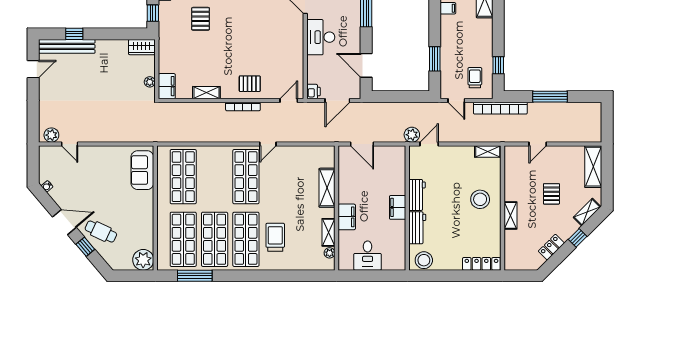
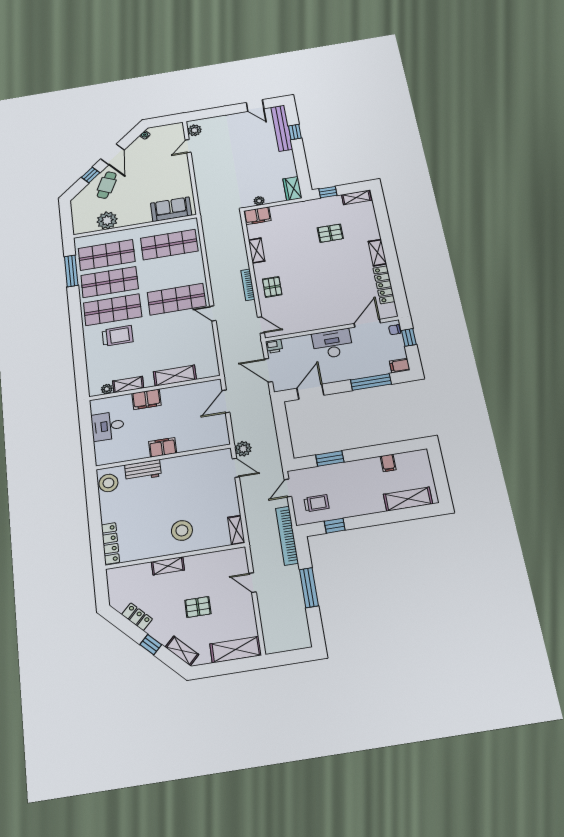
workbench: (417, 195) -> (178, 465), removed
plant: (143, 260) -> (107, 220), moved

